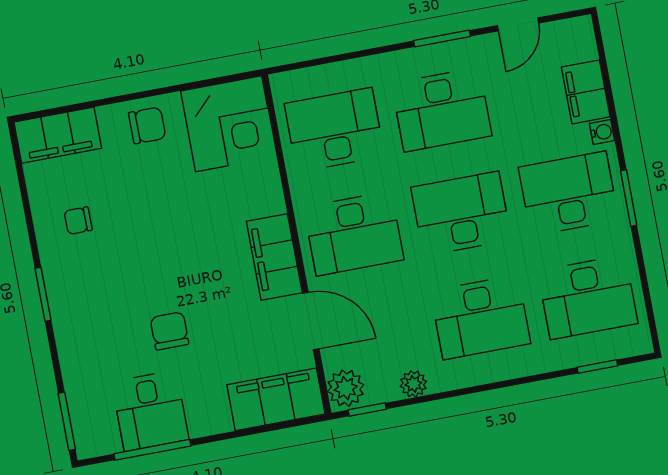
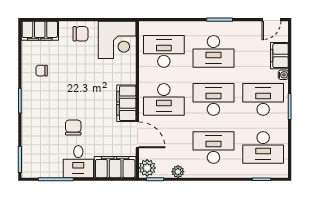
door: (518, 24) -> (271, 20), moved
desk: (481, 317) -> (213, 147), turned 180
desk: (150, 411) -> (78, 162), moved

